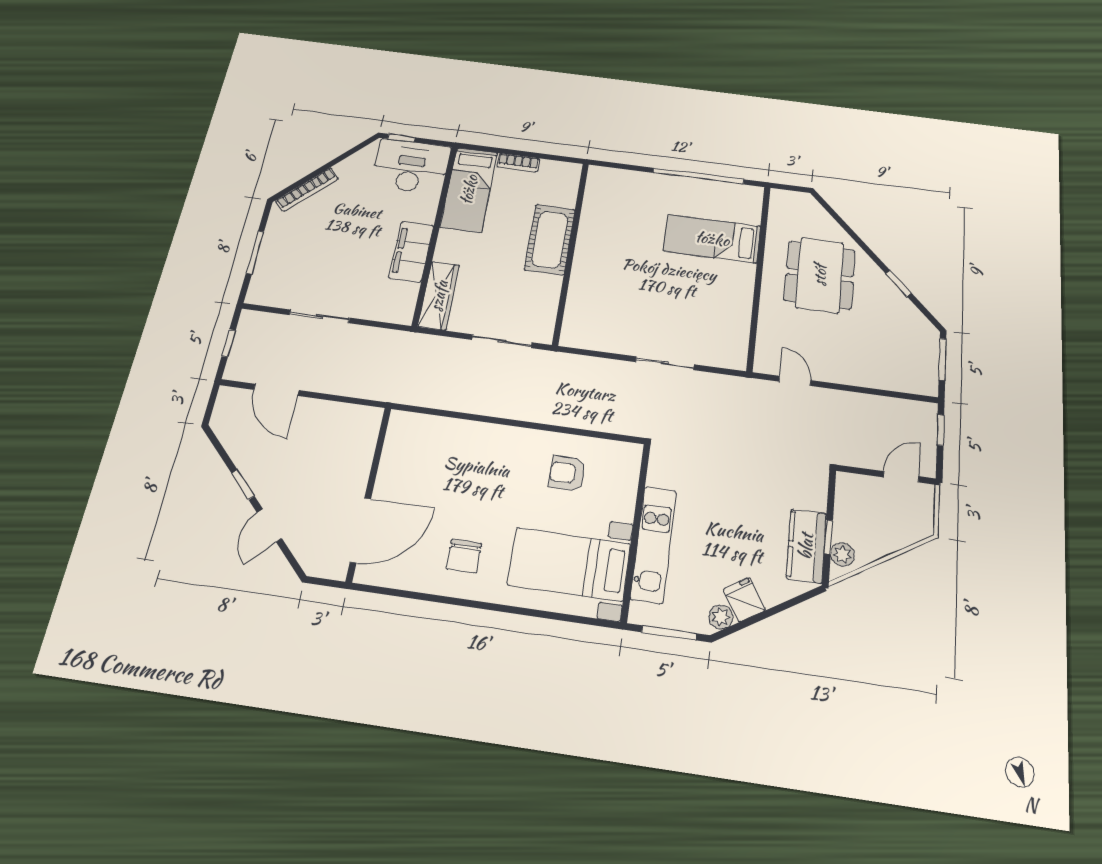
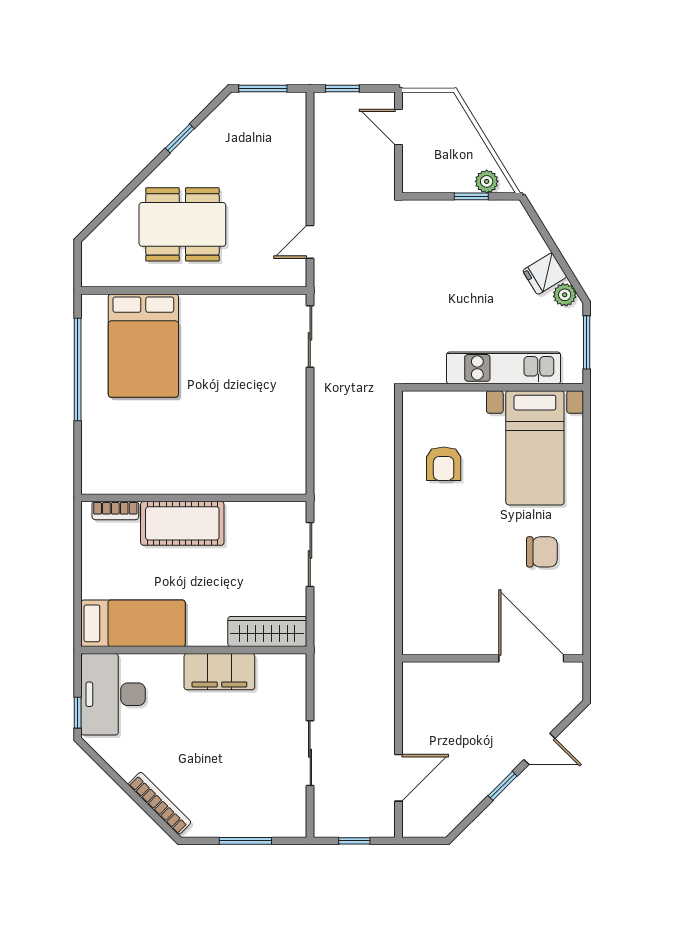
bookcase: (518, 163) -> (115, 511), moved, turned 90
bed: (712, 239) -> (143, 346), width x1.50
sliding door: (665, 363) -> (310, 336), moved
kitchen counter: (806, 546) -> (483, 217), removed

